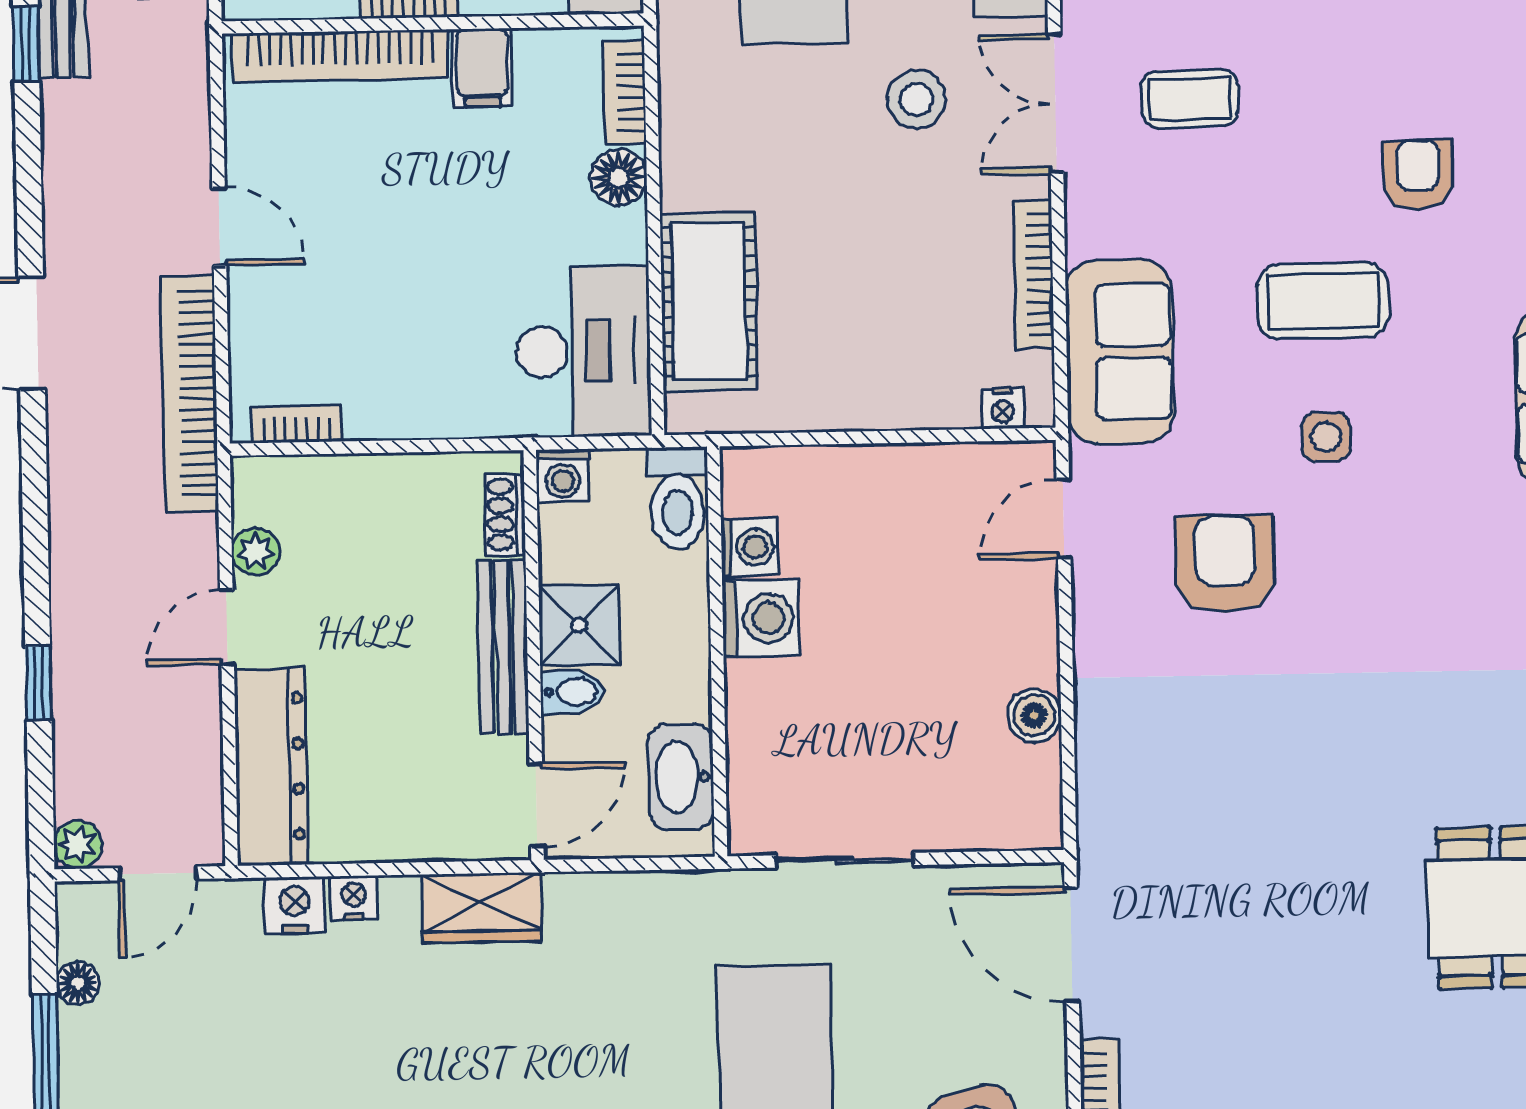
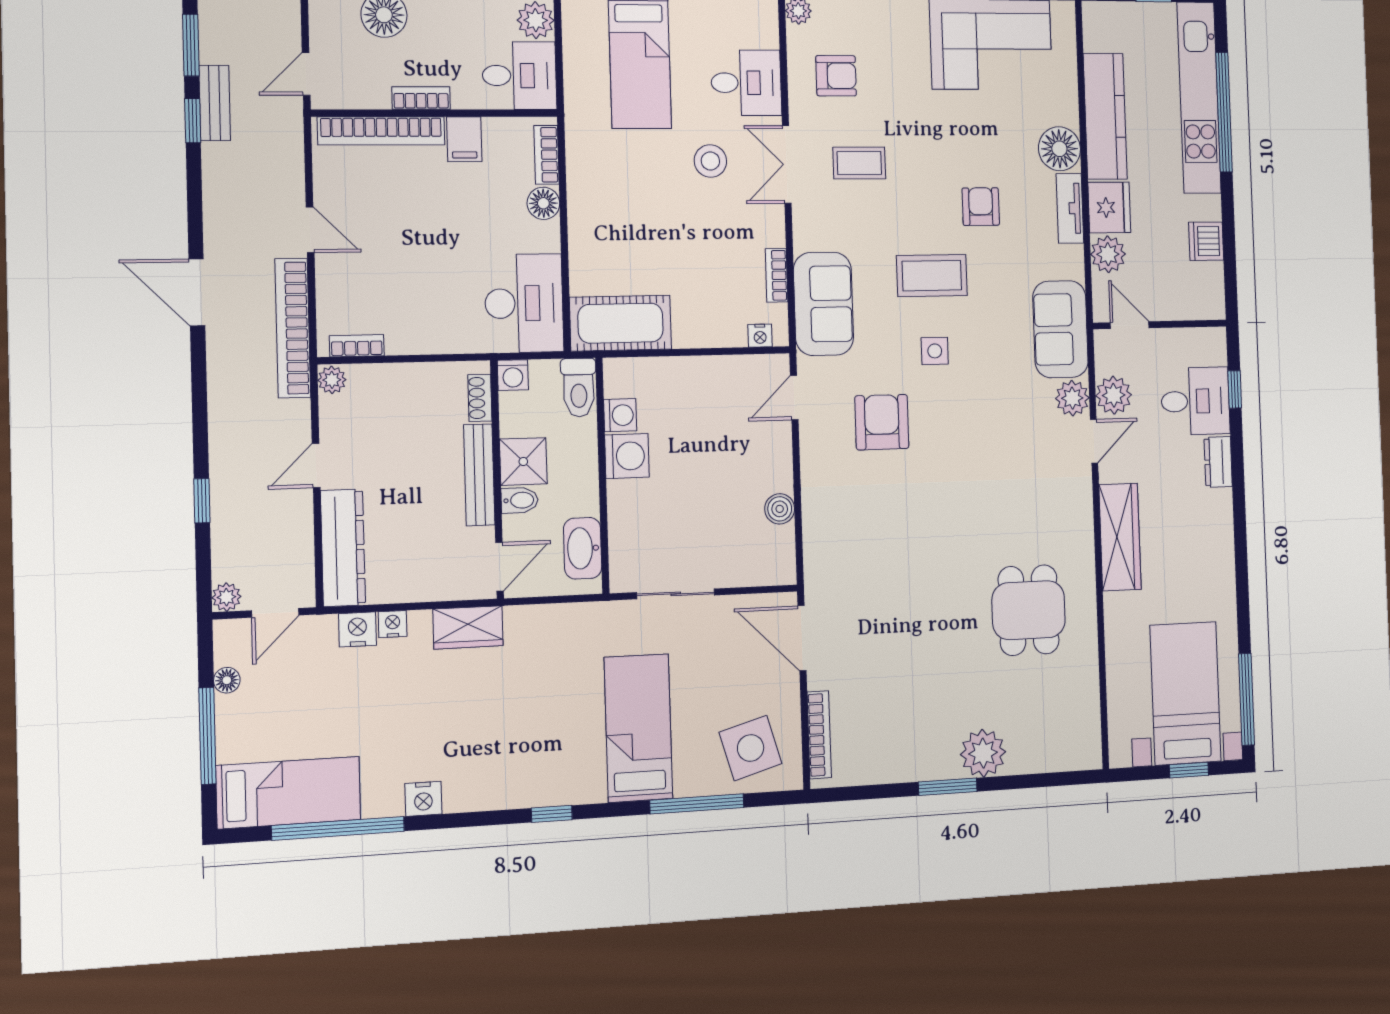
bookcase: (1034, 275) -> (777, 275), width x0.64
cot: (709, 301) -> (621, 323), moved, turned 90
plant: (255, 552) -> (332, 380), moved

